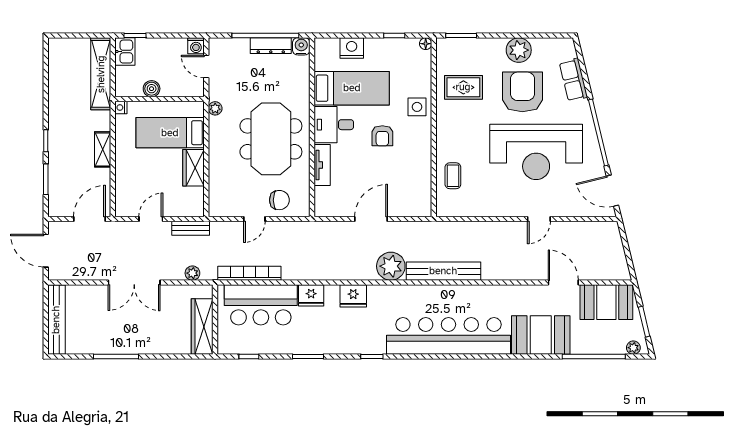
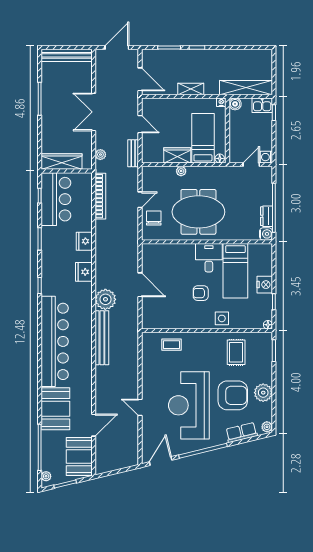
plant: (566, 45) -> (267, 427), added
dresser: (271, 46) -> (266, 216), width x0.70
nightstand: (352, 48) -> (265, 285), moved
boiler: (152, 89) -> (235, 104), moved
plant: (215, 108) -> (181, 171), moved
floor lamp: (198, 110) -> (220, 158), added
tv unit: (322, 165) -> (179, 249), removed
chair: (279, 200) -> (154, 218), turned 180
door: (254, 219) -> (140, 200), swing flipped
bar counter: (261, 305) -> (56, 199), moved, turned 180

